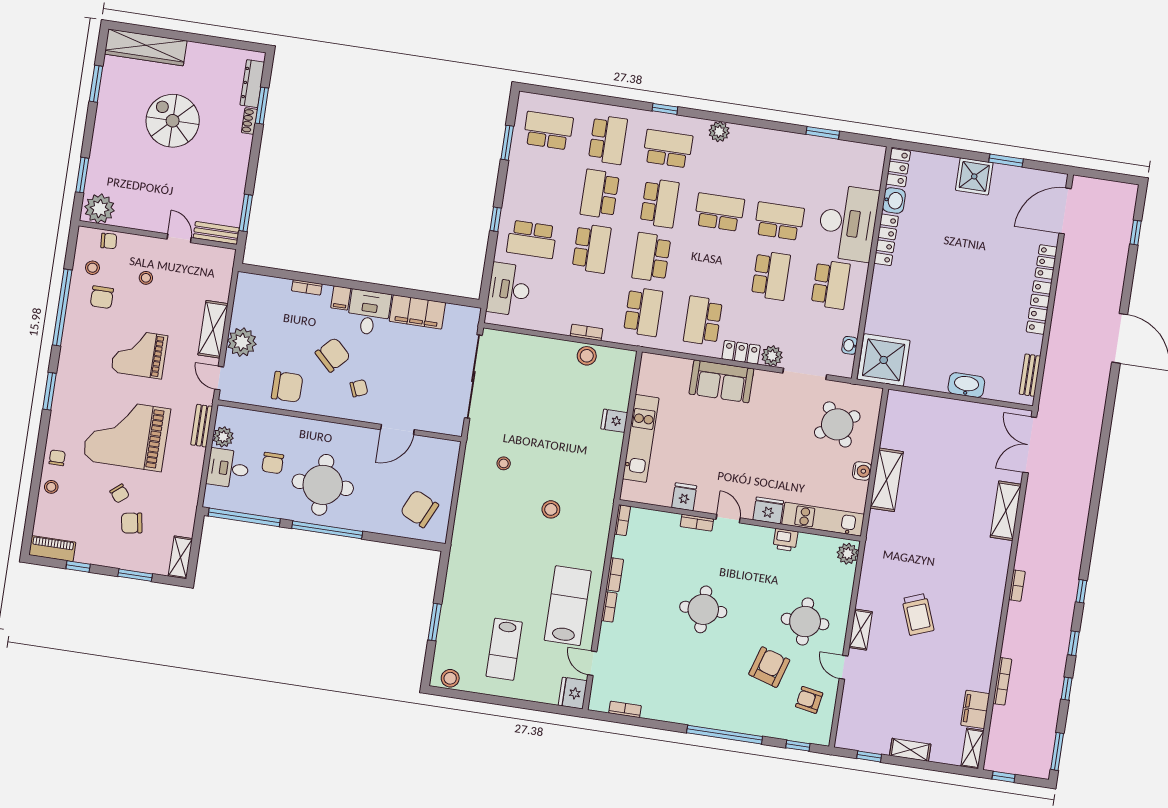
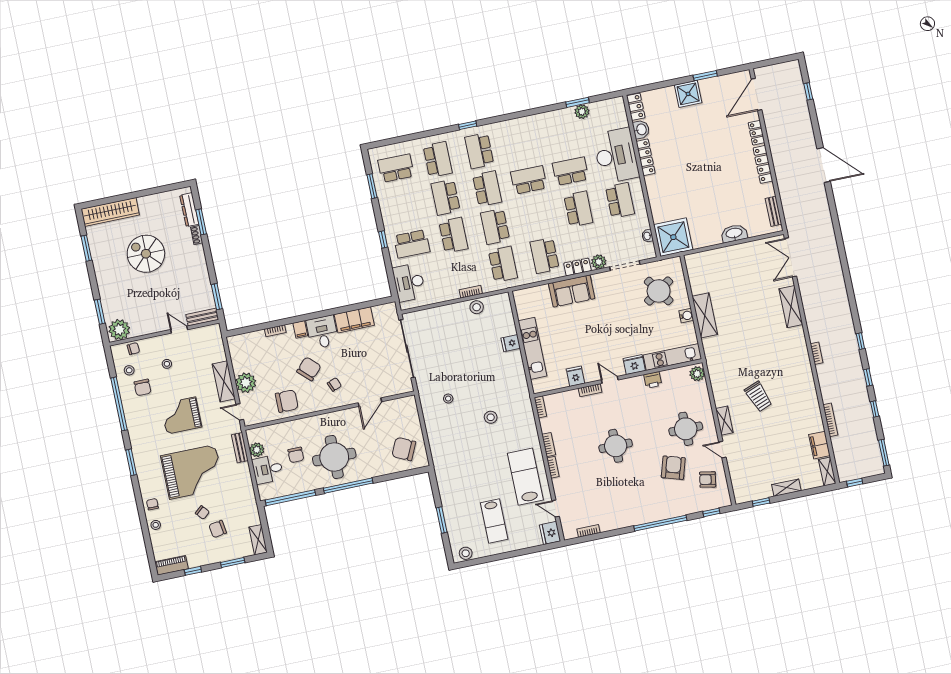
plant: (719, 132) -> (582, 112), moved
school desk: (668, 149) -> (479, 151), turned -90
grand piano: (127, 435) -> (193, 472), turned 180

